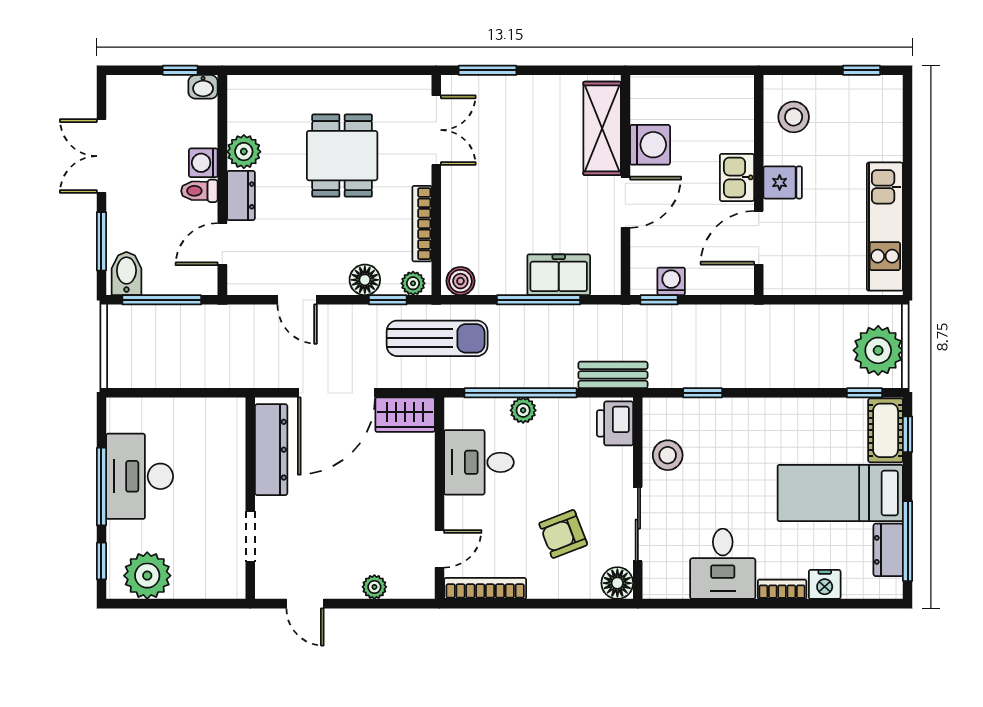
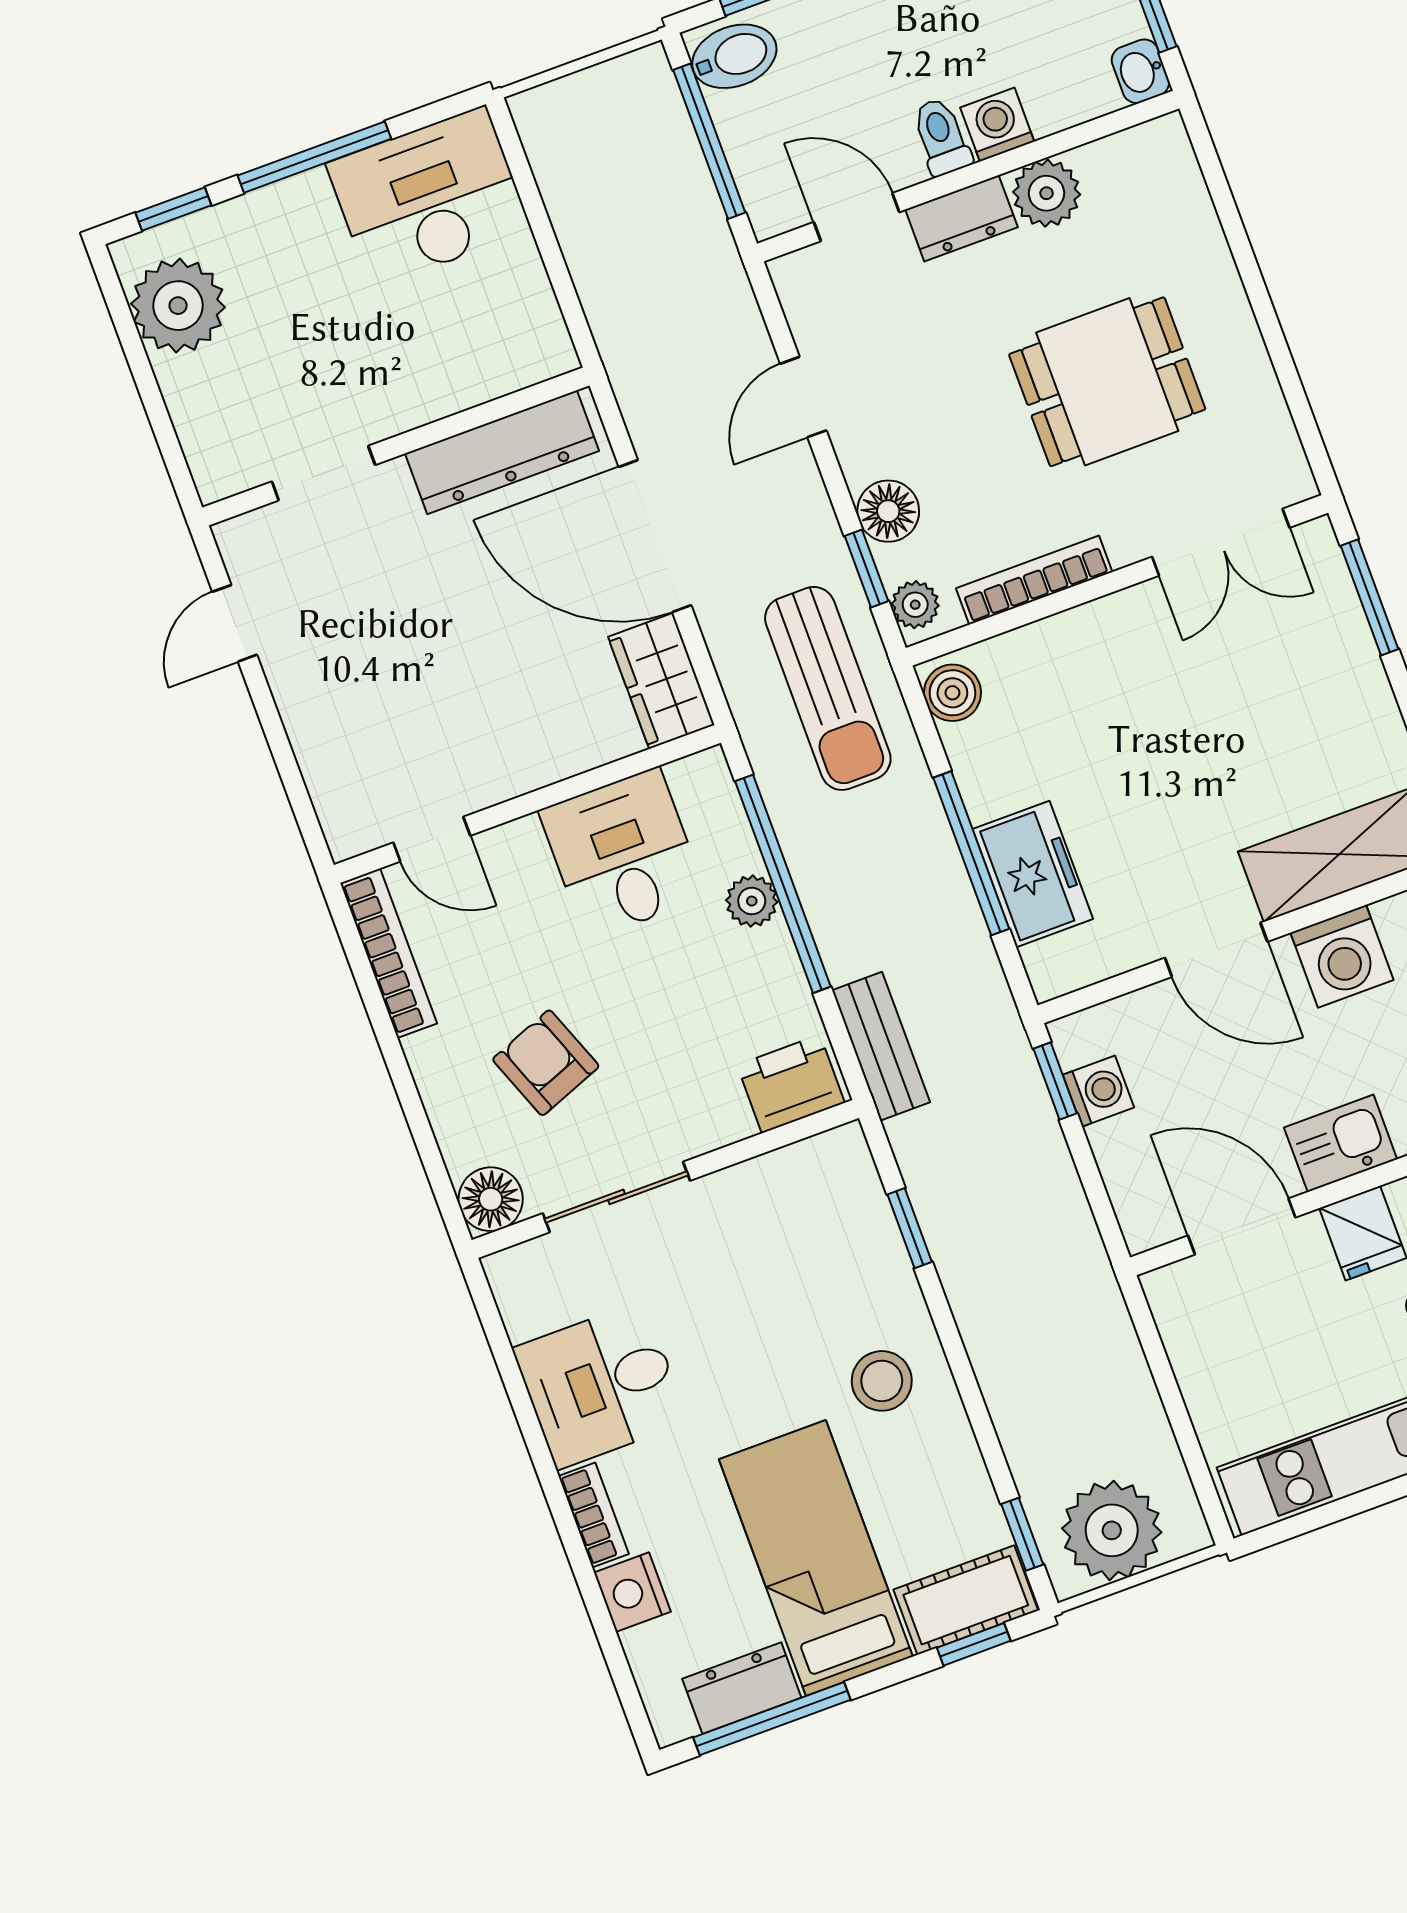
stool: (668, 455) -> (882, 1381), moved
desk: (140, 476) -> (429, 197), moved
plant: (374, 587) -> (314, 743), removed

